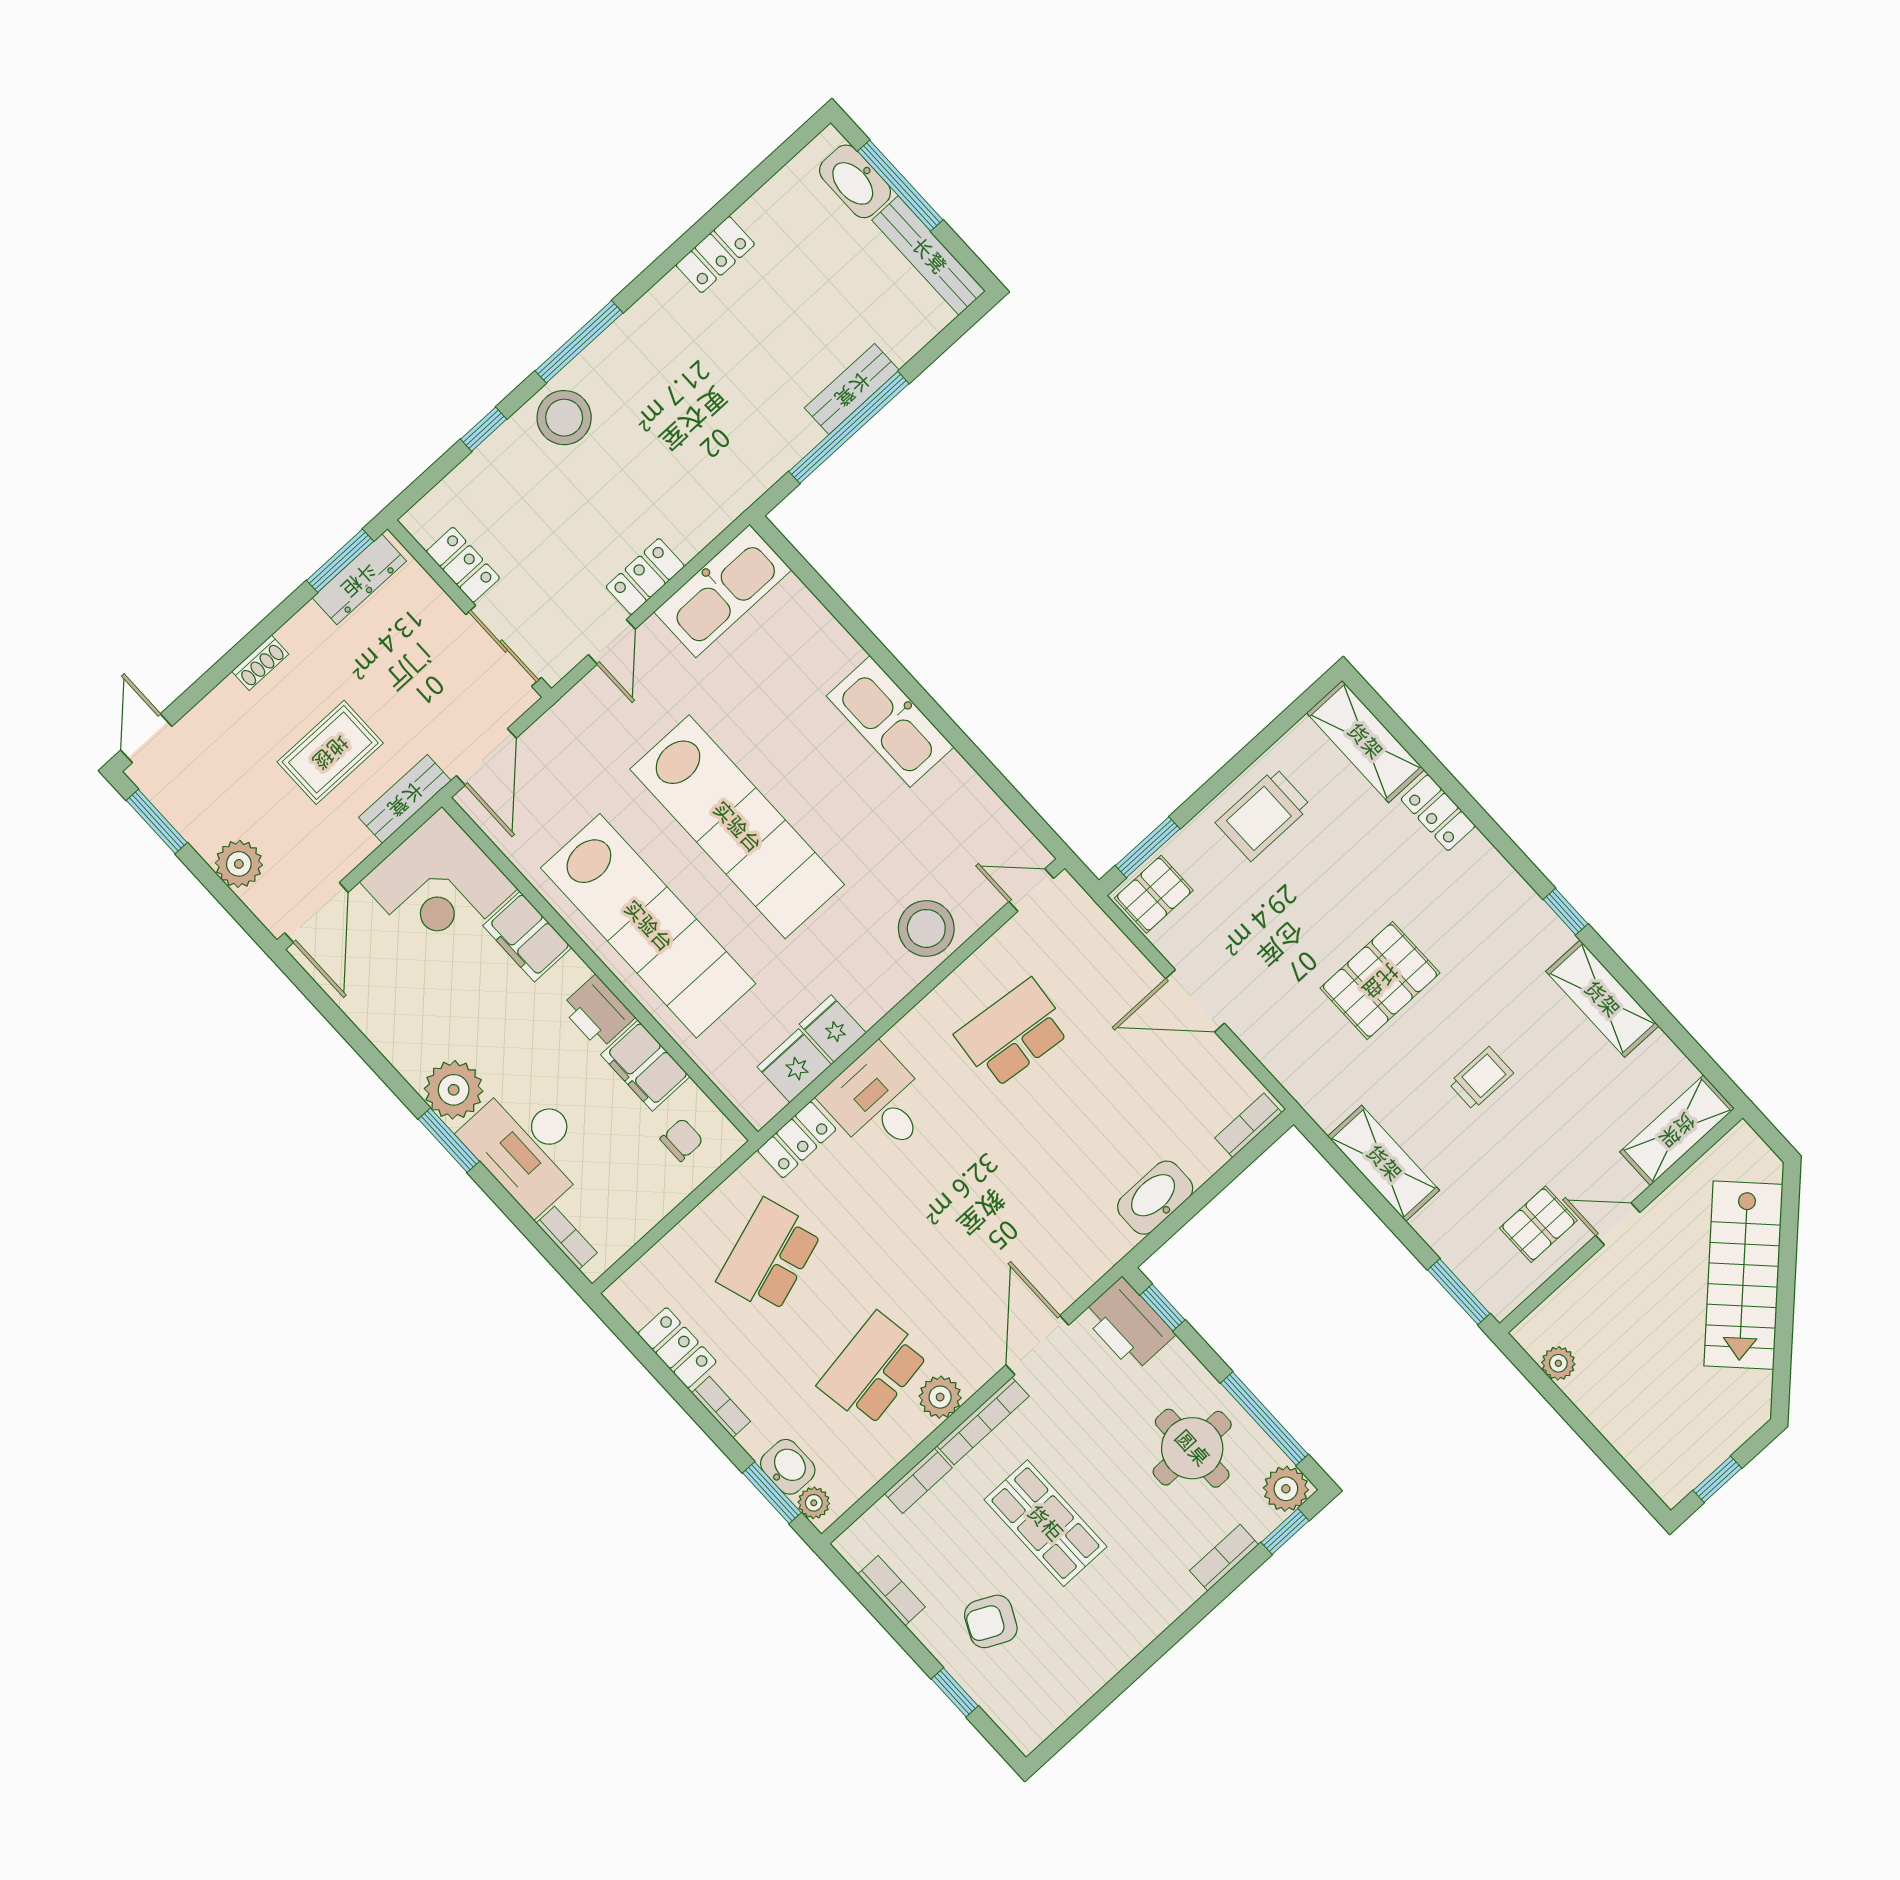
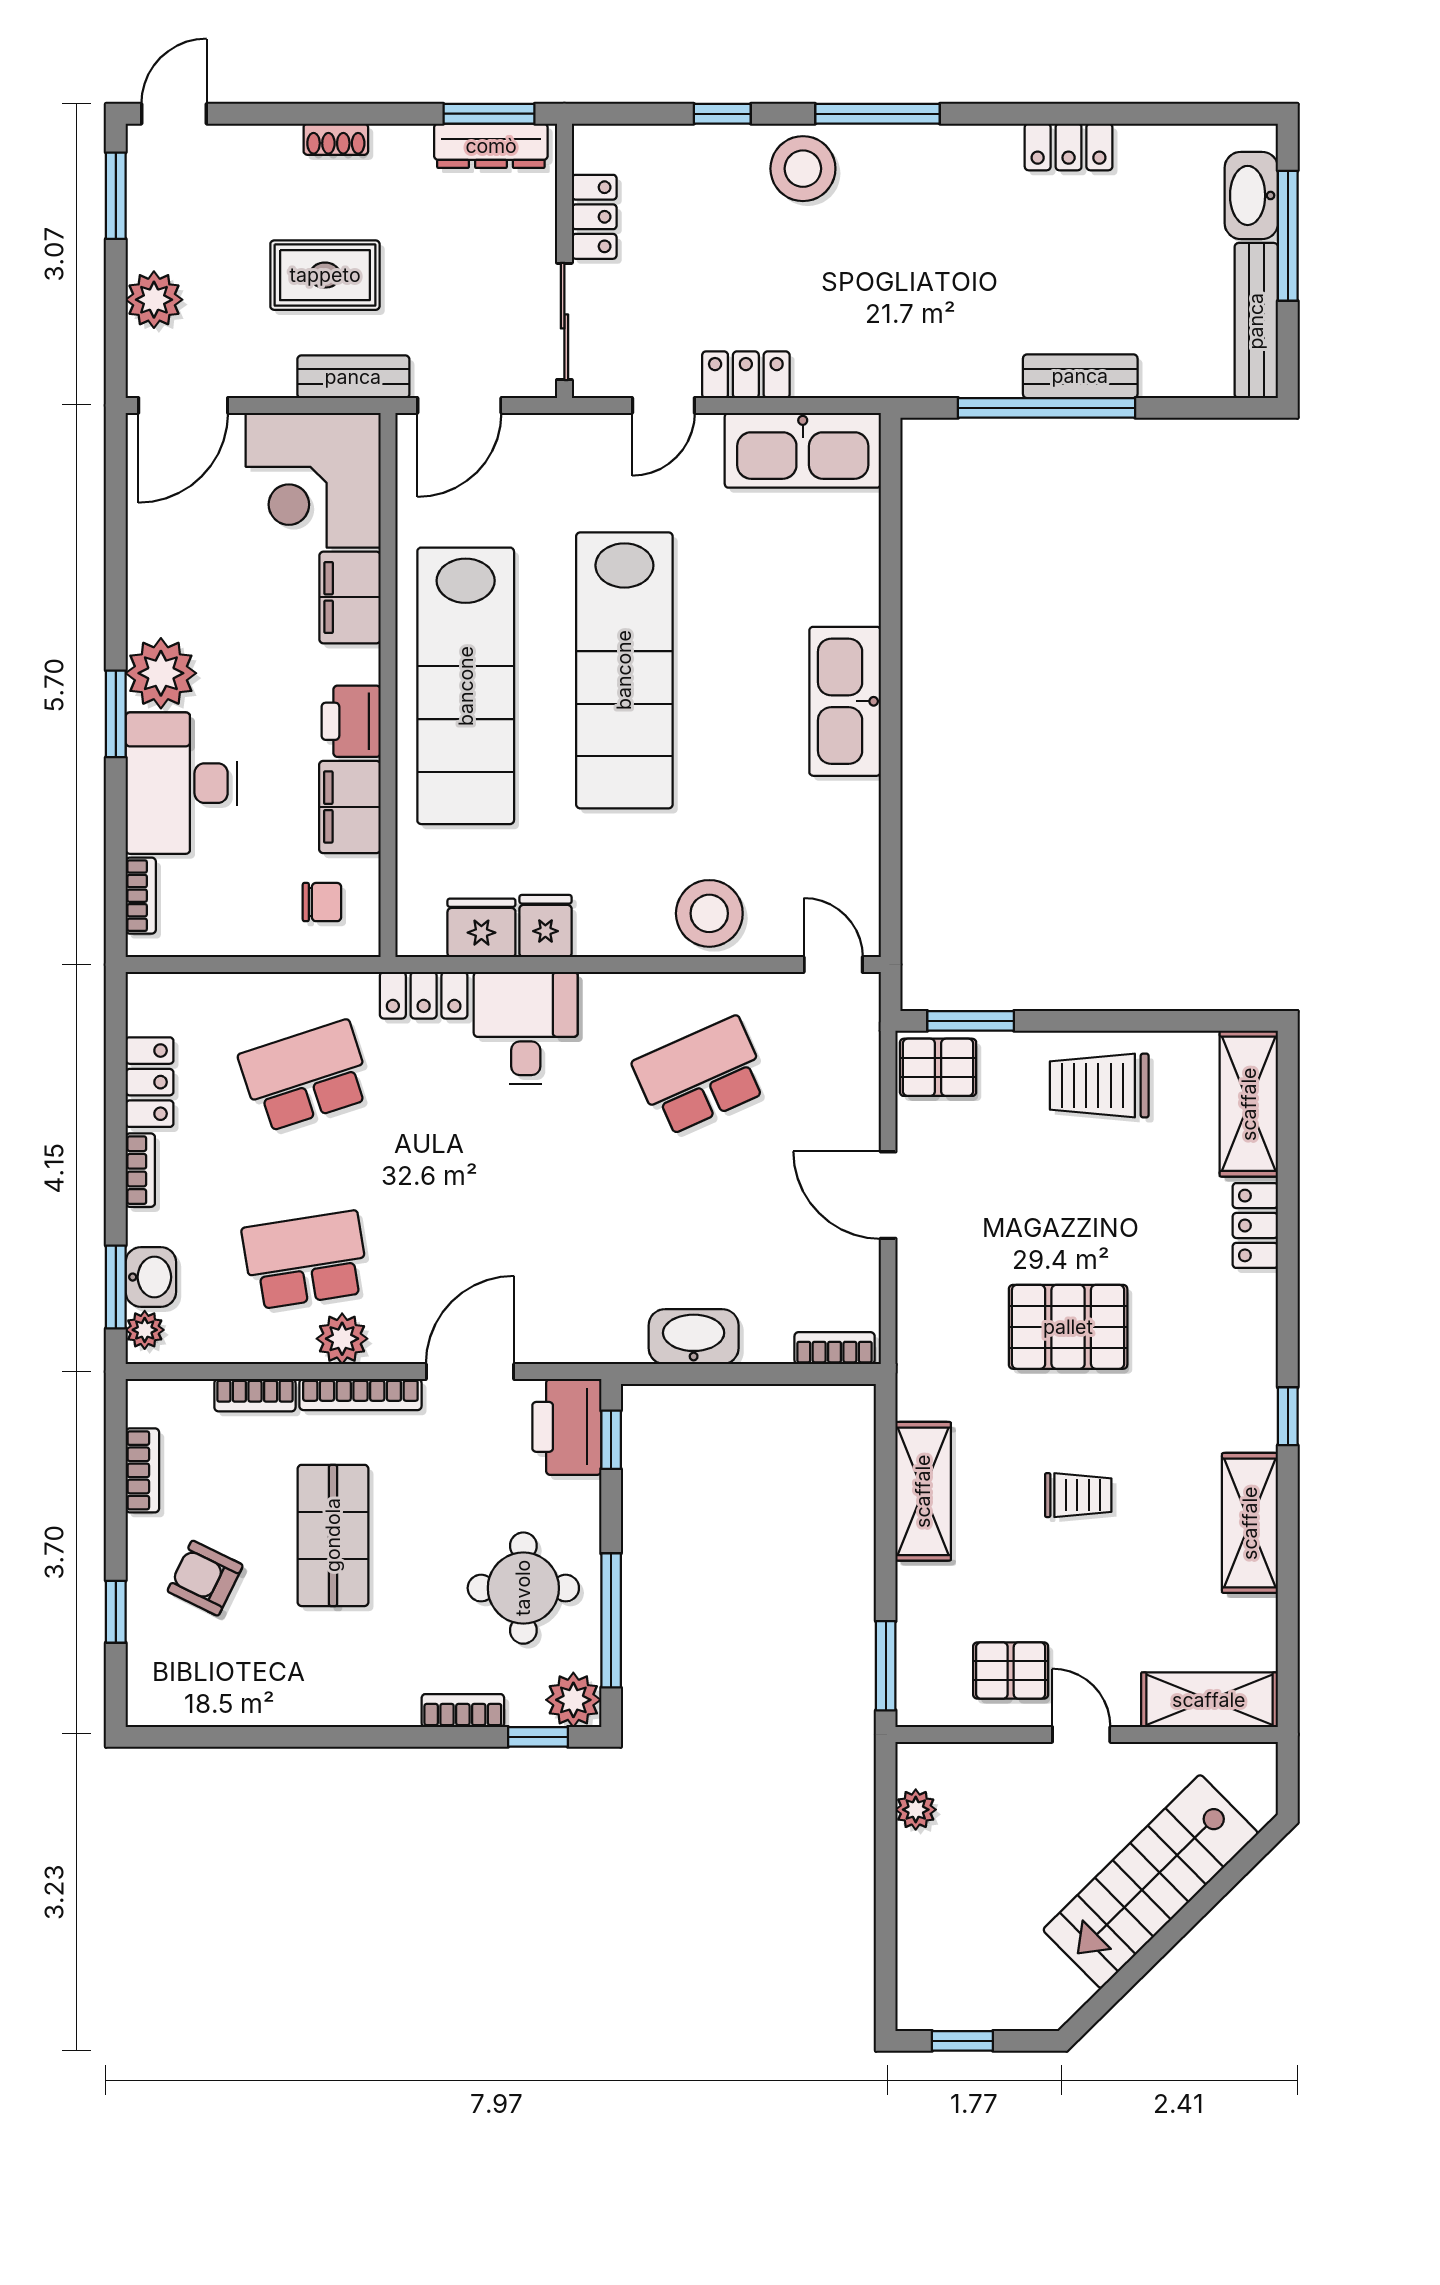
school desk: (1013, 1033) -> (701, 1076), turned -30

